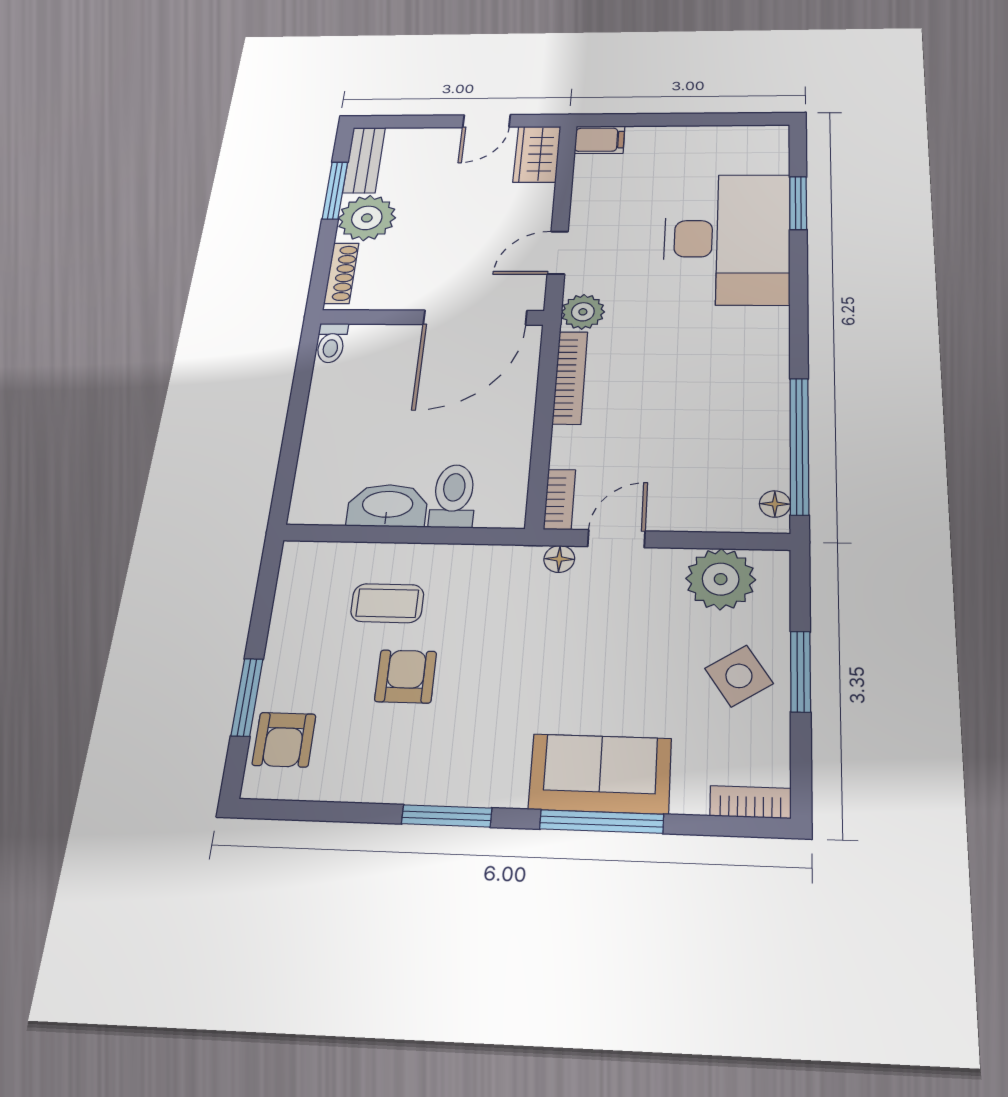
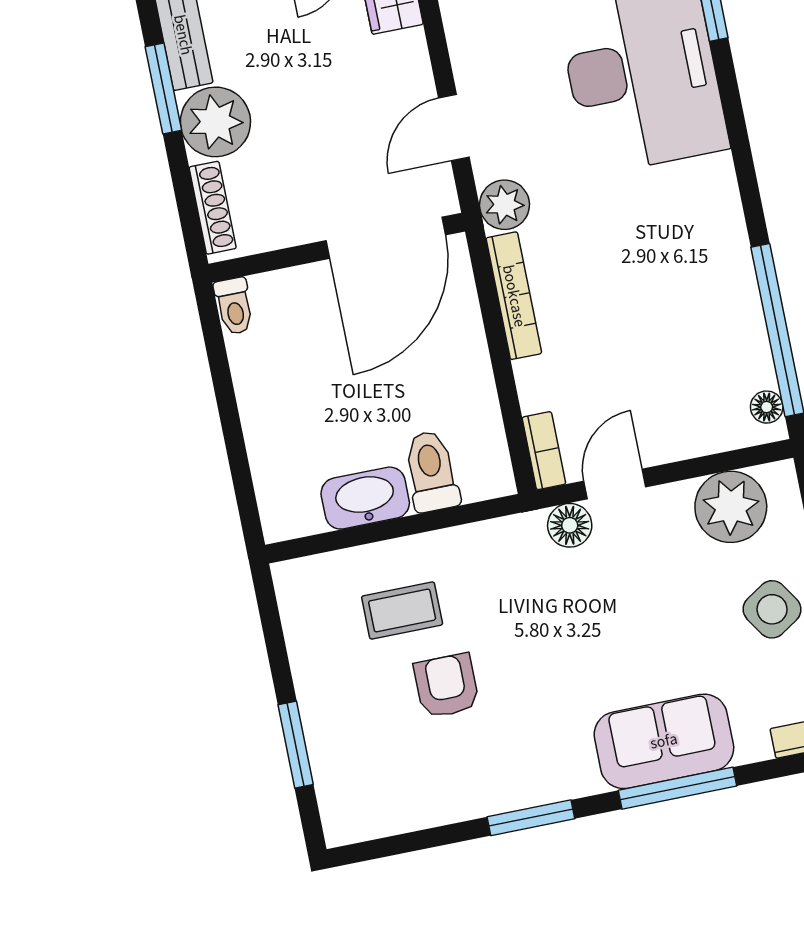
floor lamp: (559, 559) -> (570, 525), width x1.37, depth x1.37
armchair: (284, 740) -> (349, 780), removed

